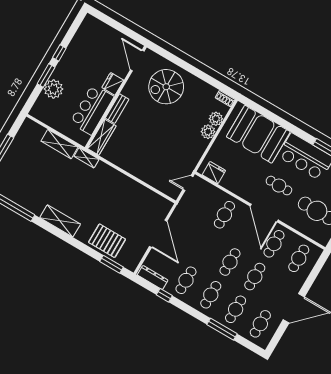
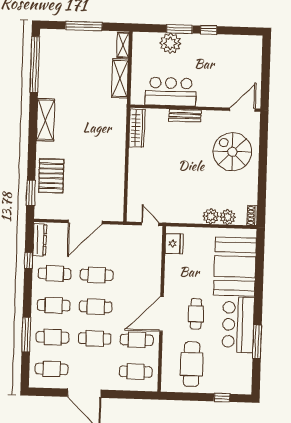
fridge: (113, 84) -> (207, 98), removed
wardrobe: (102, 137) -> (137, 128), moved, turned -90
shelving: (86, 158) -> (123, 45), moved
cafe table: (224, 215) -> (97, 275), moved

